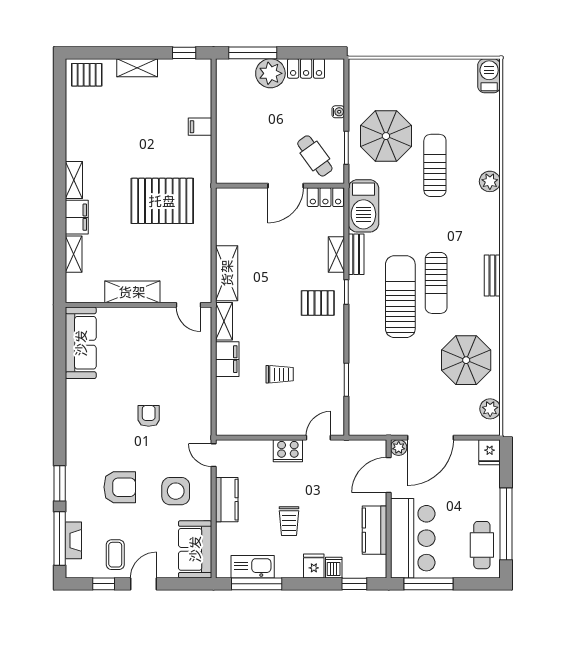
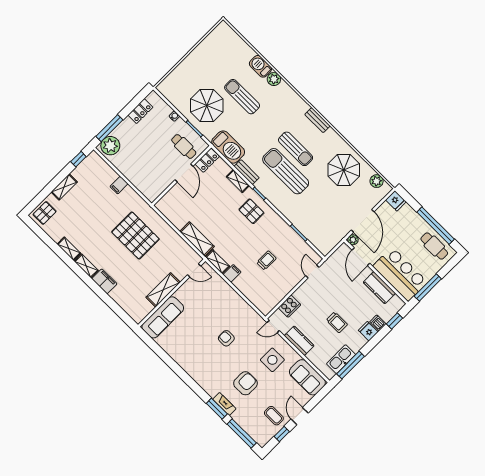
plant: (270, 73) -> (110, 146), moved
barbecue: (489, 76) -> (260, 66), moved
cafe table: (315, 156) -> (184, 146), turned 36
pallet: (162, 201) -> (135, 236), turned 90
shelving: (74, 254) -> (69, 249), moved
pallet: (318, 303) -> (251, 211), turned 90
sofa: (81, 343) -> (163, 317), moved, turned 90
filing cabinet: (227, 359) -> (232, 273), width x0.50
cooker: (288, 451) -> (290, 306), moved
fireplace: (73, 540) -> (224, 404), moved

